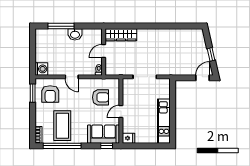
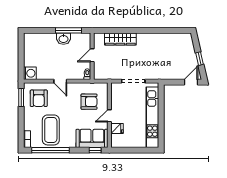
window: (61, 26) -> (68, 30), moved
wardrobe: (121, 35) -> (120, 39), moved
kitchen unit: (164, 121) -> (152, 117), width x1.36
fridge: (129, 138) -> (117, 128), moved

